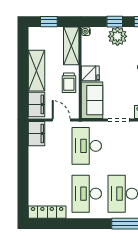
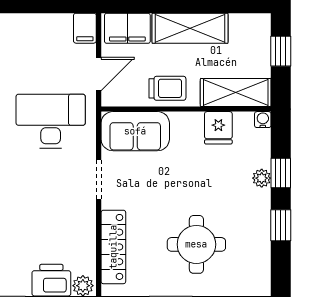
plant: (117, 36) -> (262, 178), width x0.53, depth x0.53
fridge: (90, 73) -> (218, 128), moved
trolley: (69, 83) -> (167, 88), turned 180
filing cabinet: (36, 134) -> (85, 28), width x0.50

